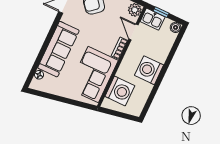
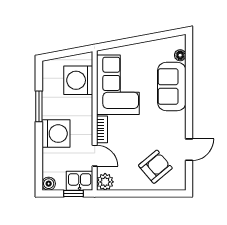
sofa: (58, 49) -> (172, 86), width x0.73
washing machine: (149, 70) -> (56, 134), moved
window: (157, 86) -> (39, 106), added

